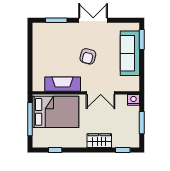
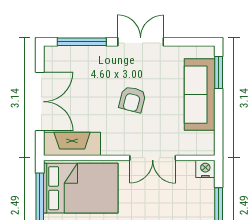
window: (56, 20) -> (82, 42), width x1.44
double door: (30, 58) -> (40, 102), added
fireplace: (63, 84) -> (72, 144), moved

